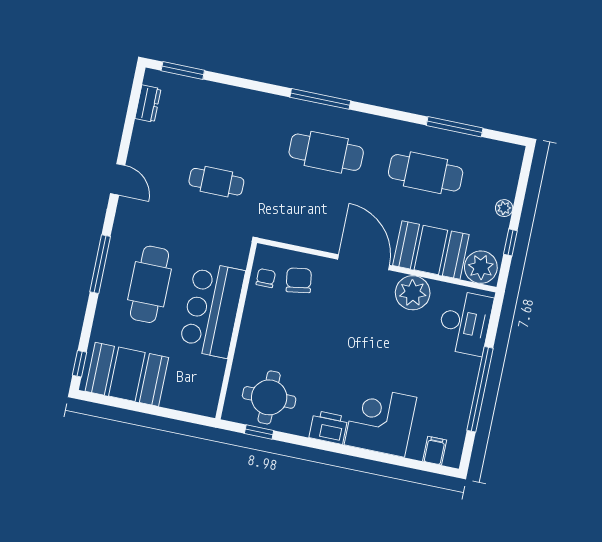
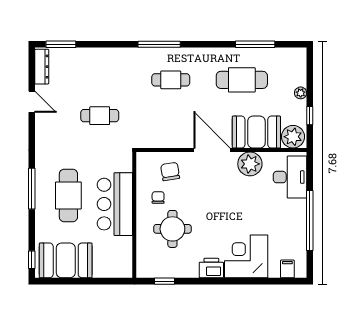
dresser: (148, 104) -> (42, 67), width x1.44
cafe table: (326, 152) -> (171, 80), width x0.73, depth x0.74
door: (118, 179) -> (32, 102), moved
chair: (266, 278) -> (158, 198), moved
round table: (269, 397) -> (172, 229), moved

